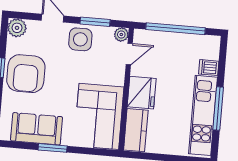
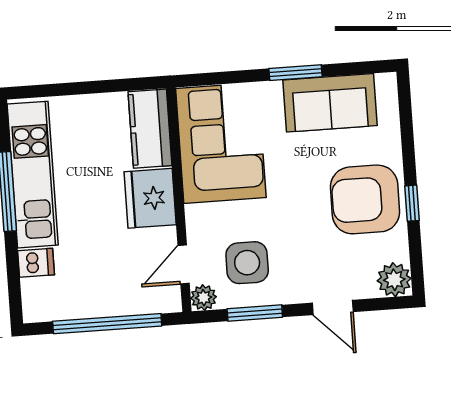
side table: (80, 39) -> (247, 263), moved
armchair: (26, 74) -> (365, 199), turned -90

